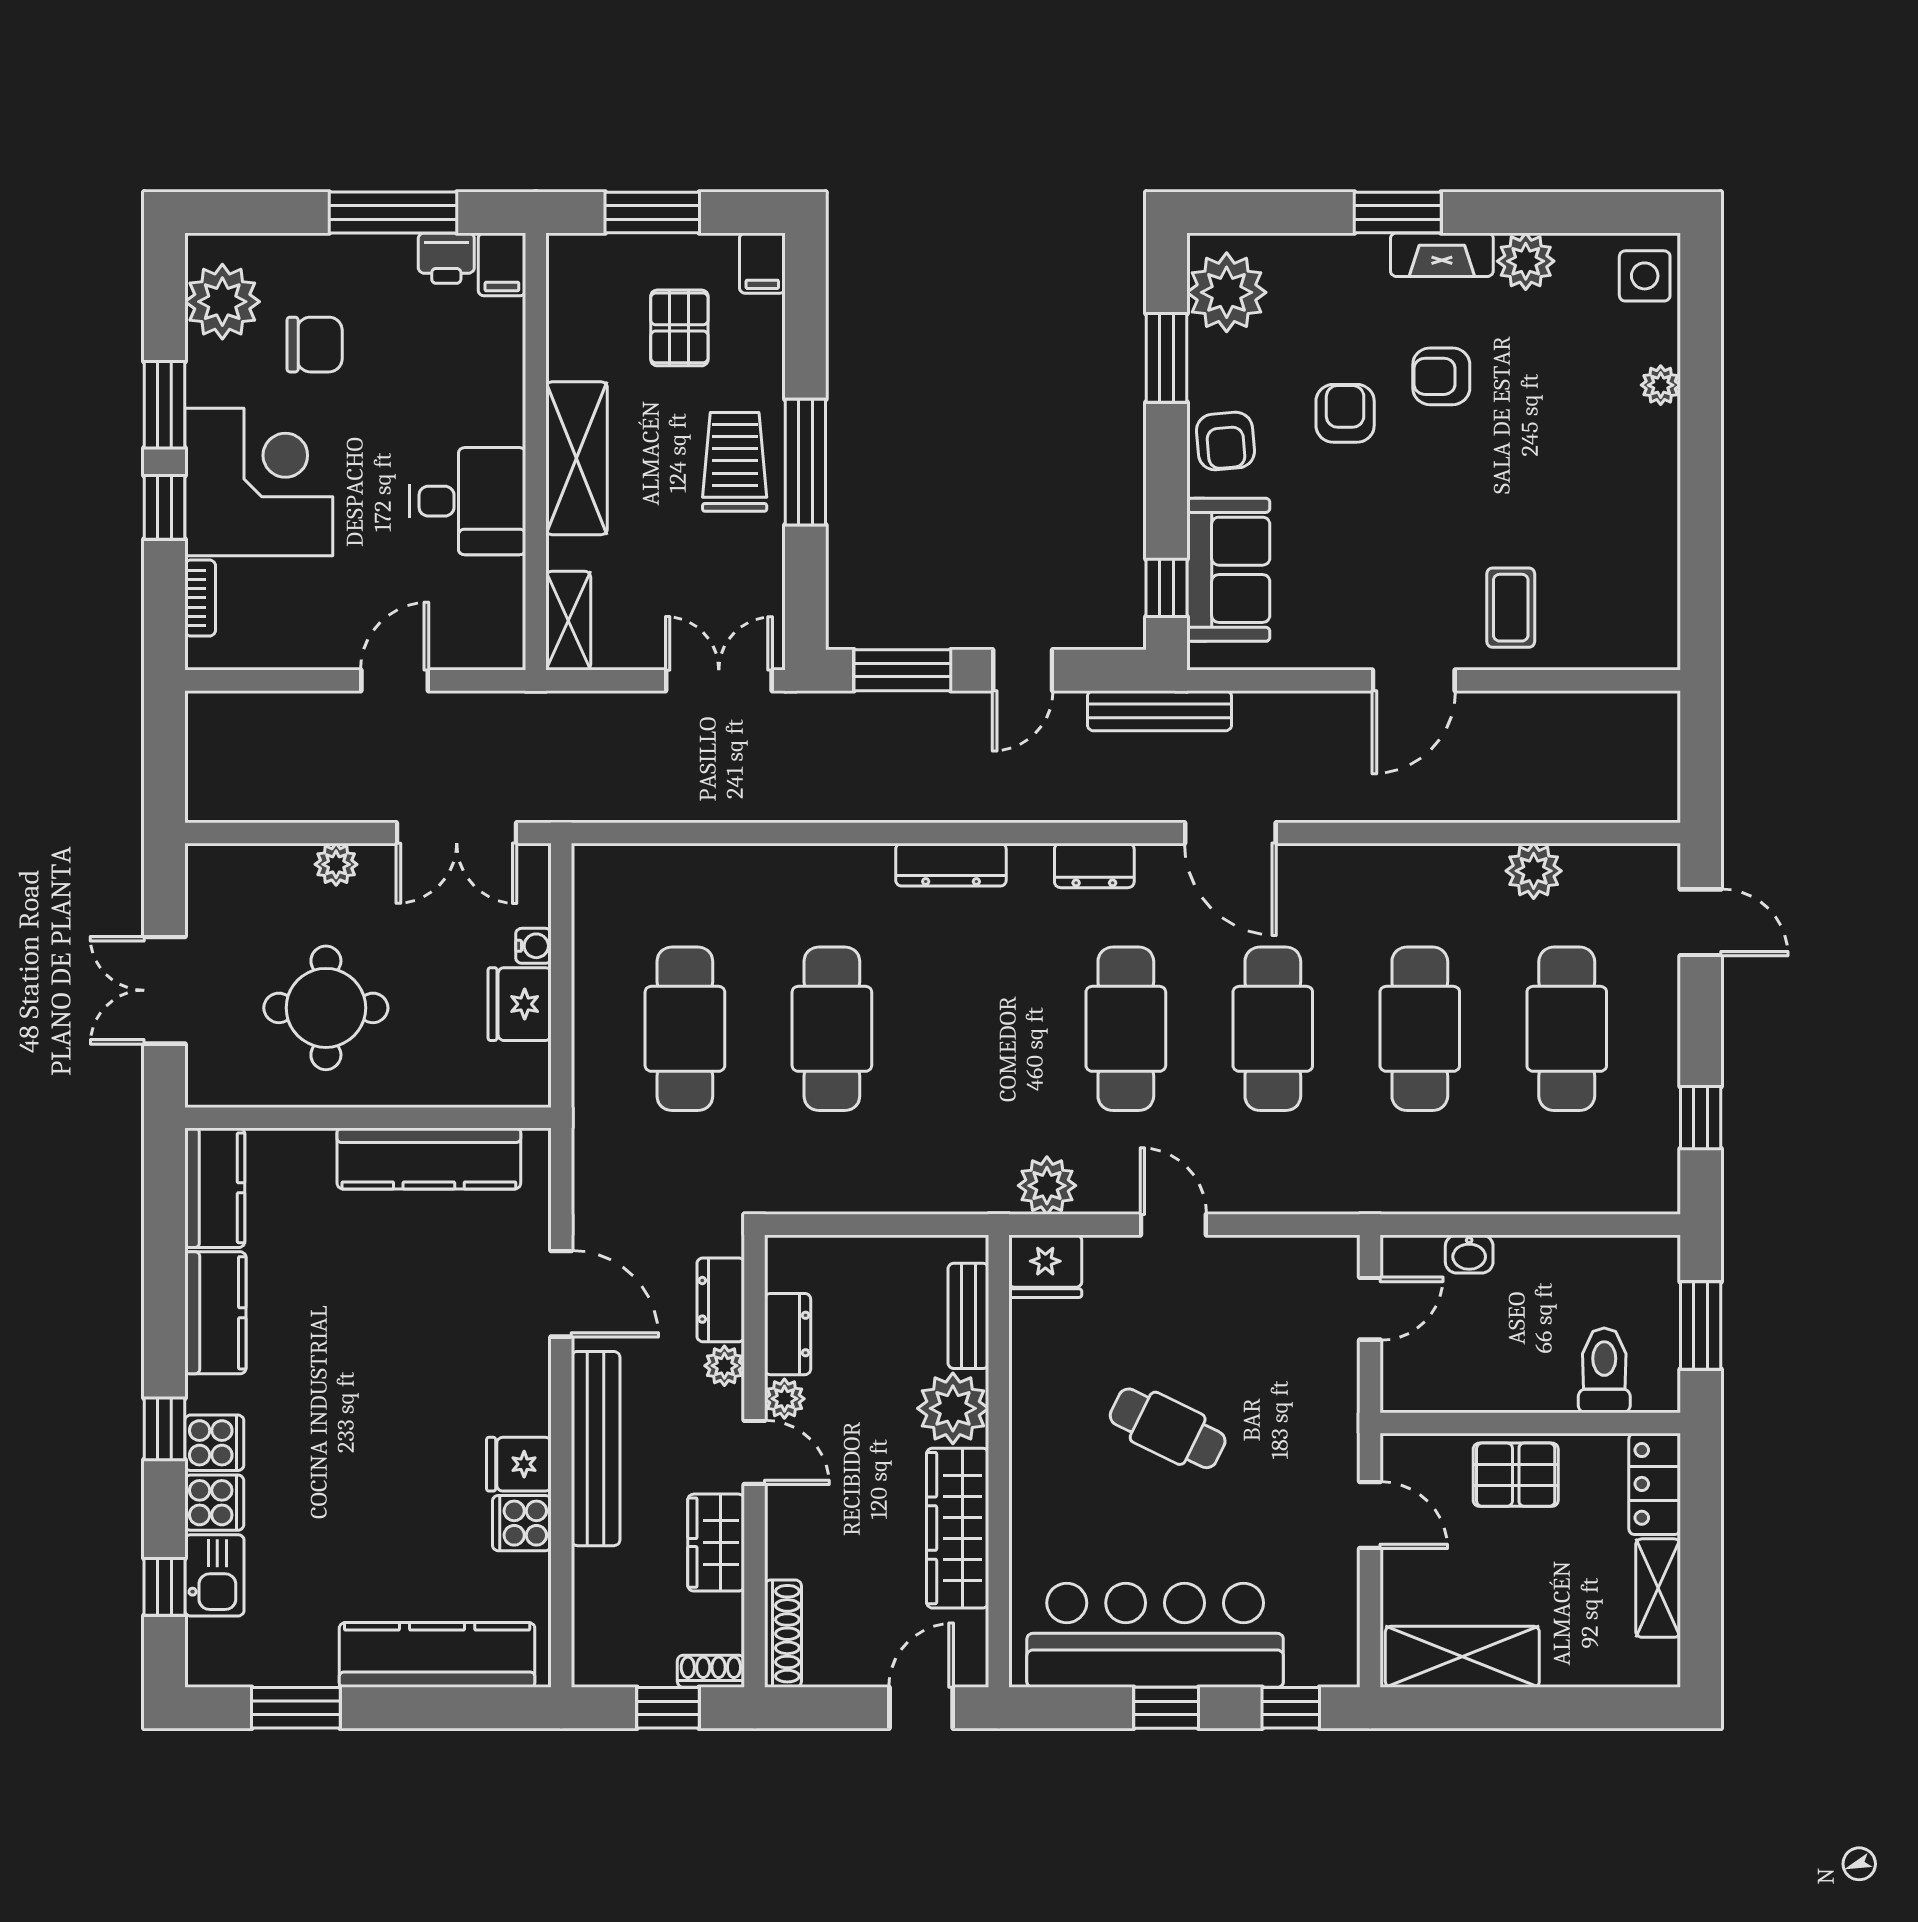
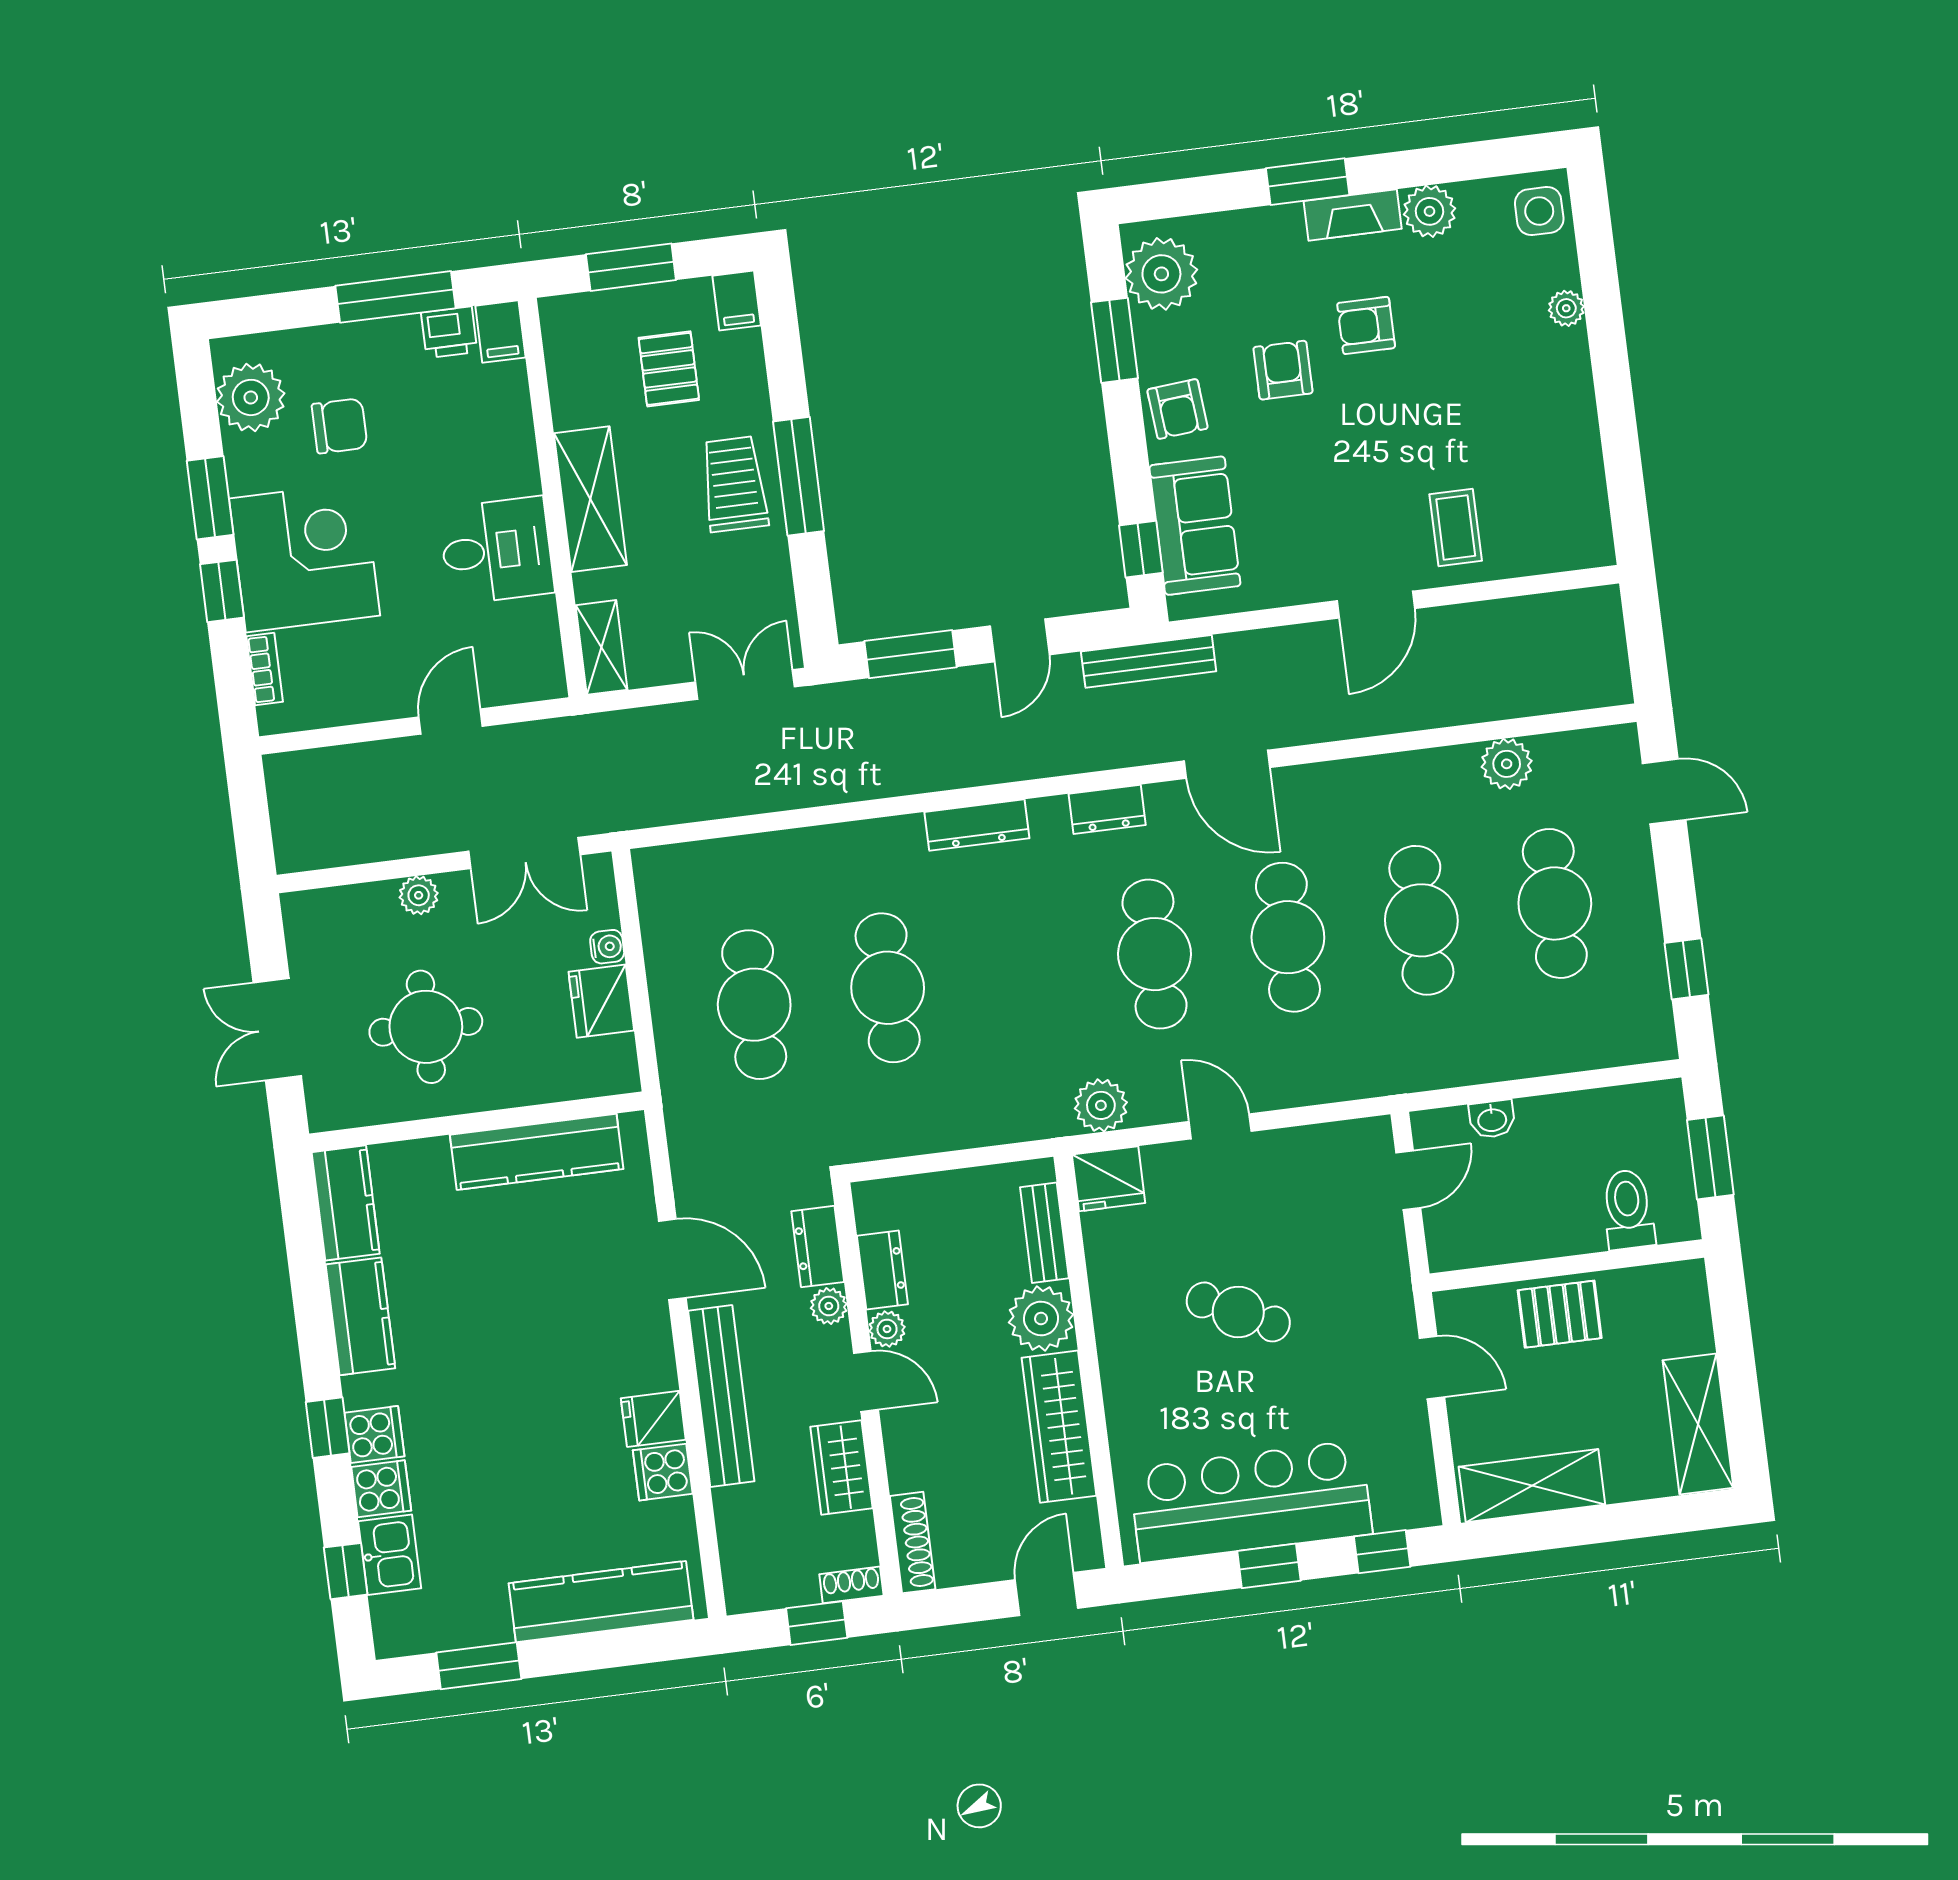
locker: (1655, 1484) -> (1687, 1307), removed
shelving: (1658, 1588) -> (1698, 1424), width x1.50, depth x1.33

